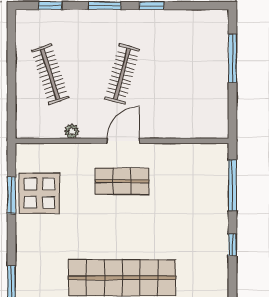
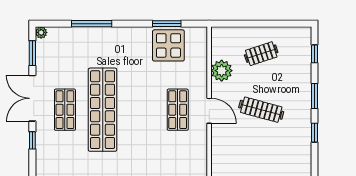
clothes rail: (50, 74) -> (261, 54), width x0.73
plant: (72, 131) -> (222, 71), width x1.88, depth x1.88

